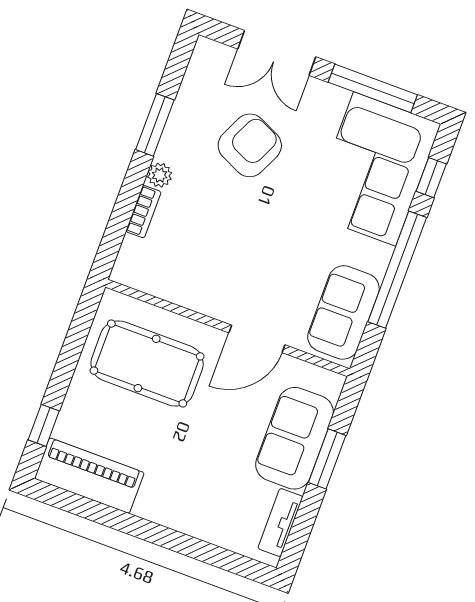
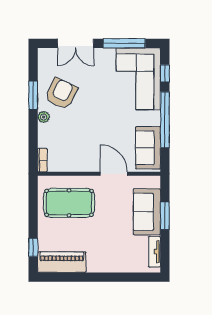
armchair: (250, 145) -> (61, 94), moved
bookcase: (143, 212) -> (42, 160), moved
door: (257, 339) -> (114, 174), swing flipped

